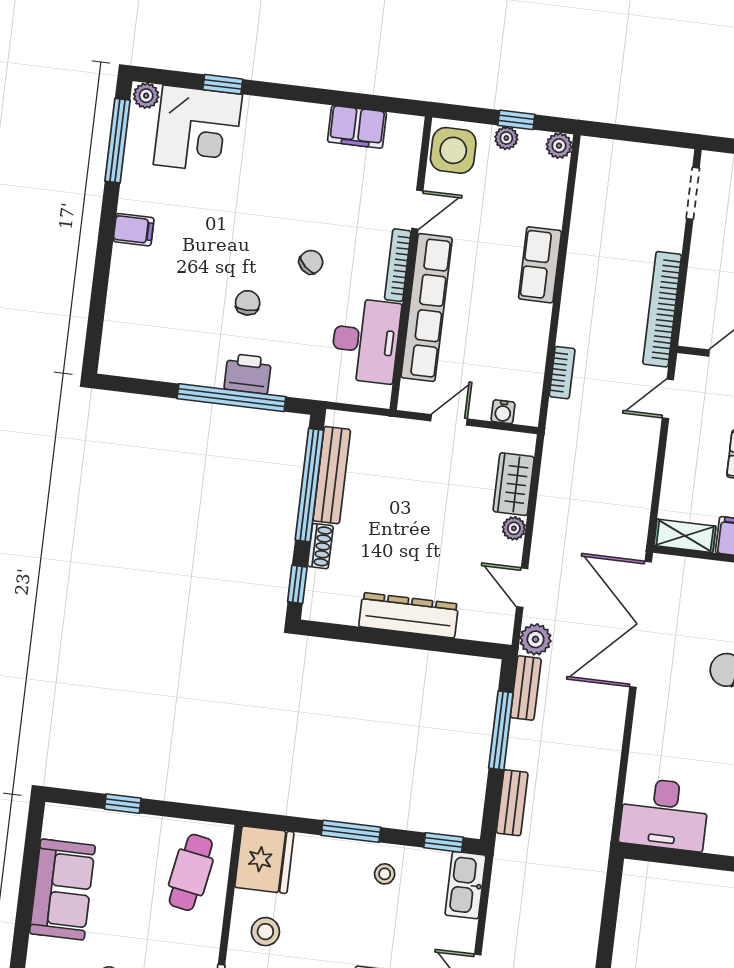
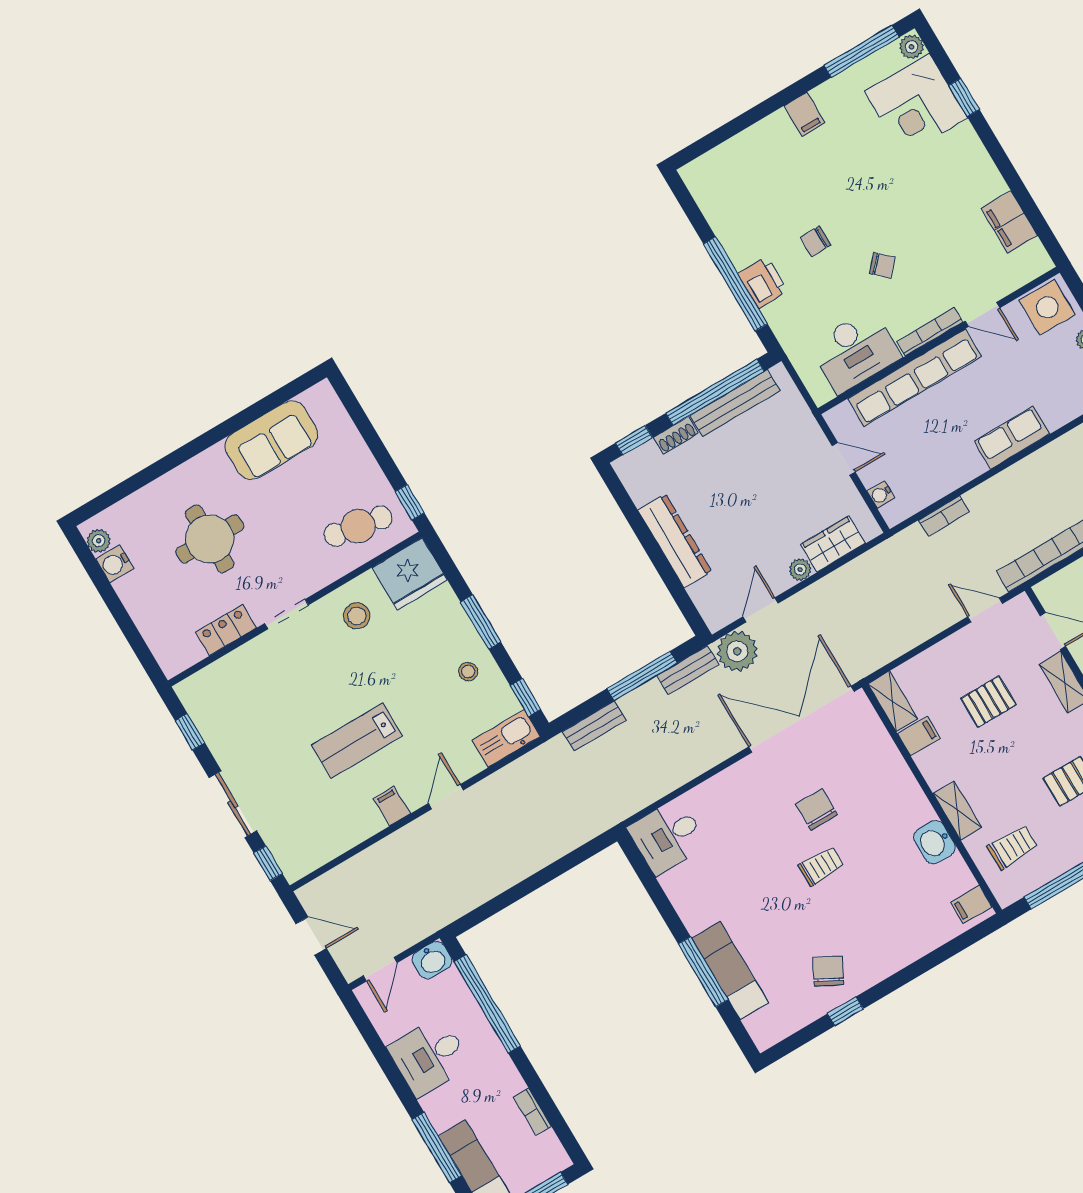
chair: (248, 303) -> (815, 241), turned 180
plant: (535, 639) -> (737, 651), width x1.36, depth x1.36
window: (123, 804) -> (410, 502), moved
desk: (664, 814) -> (668, 836), width x0.73

